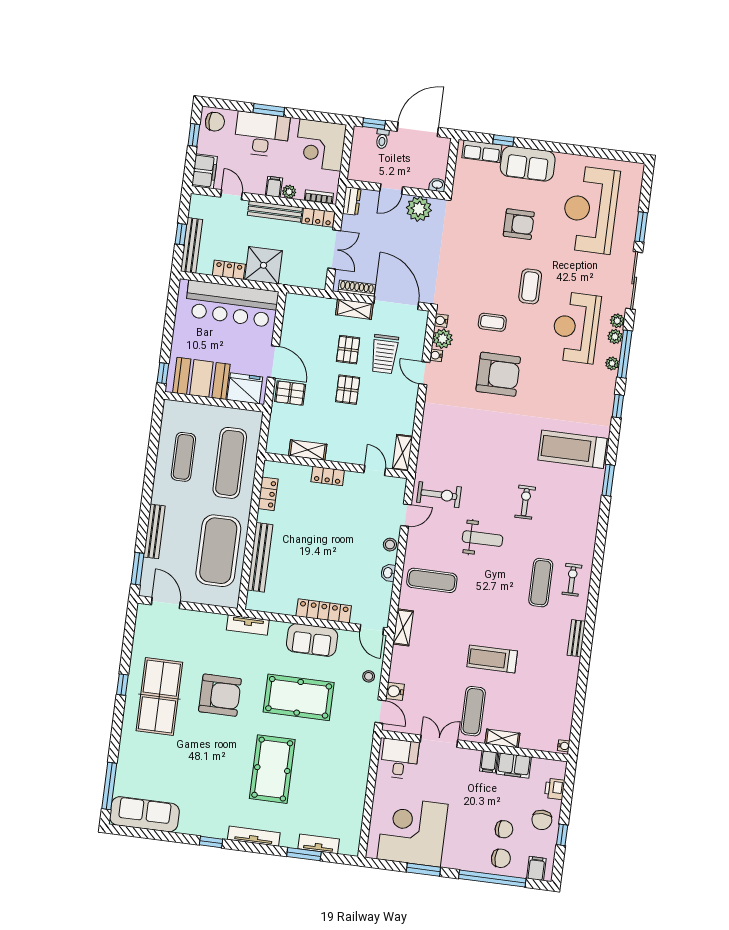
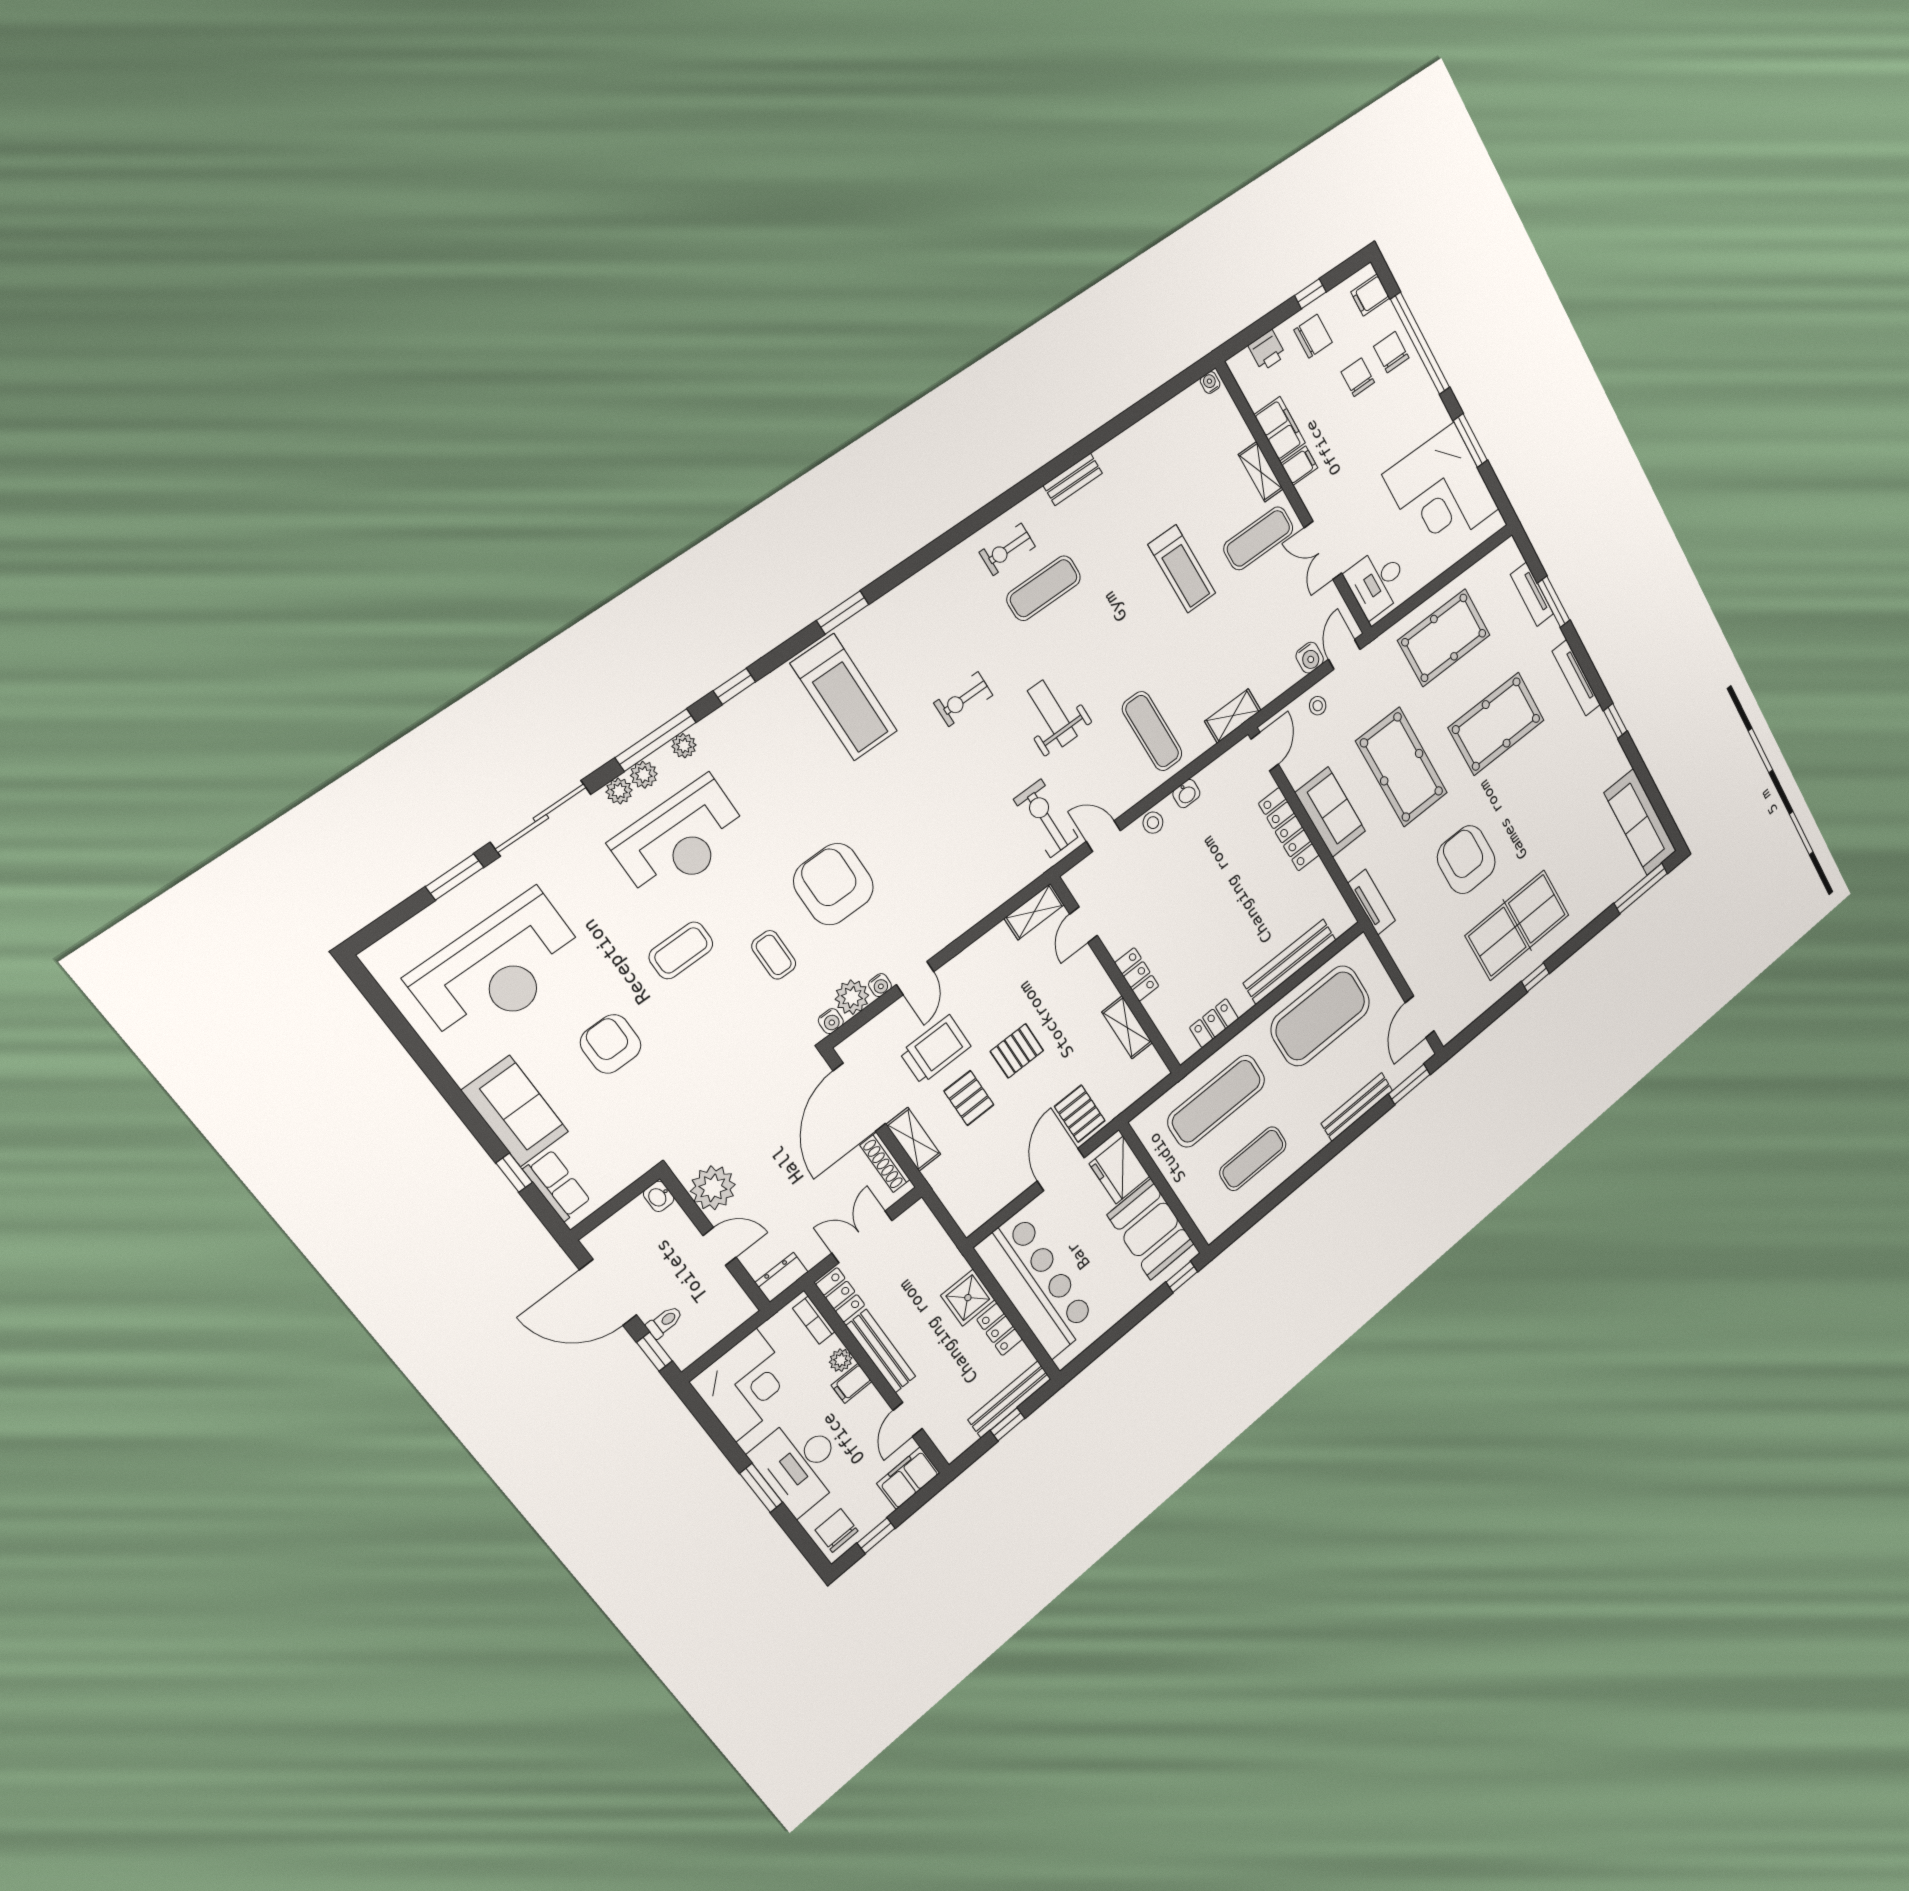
shower: (264, 265) -> (968, 1298), width x0.73, depth x0.73
pallet: (348, 350) -> (969, 1098), turned 90
pool table: (341, 774) -> (1444, 638), added

